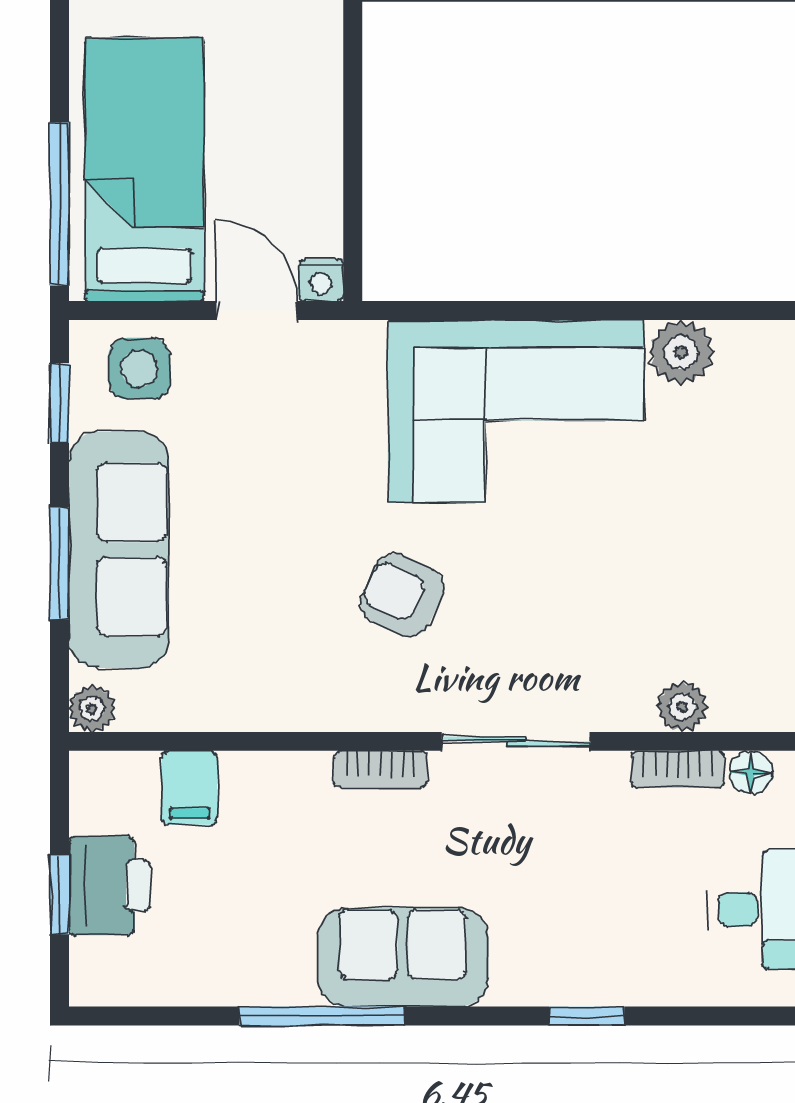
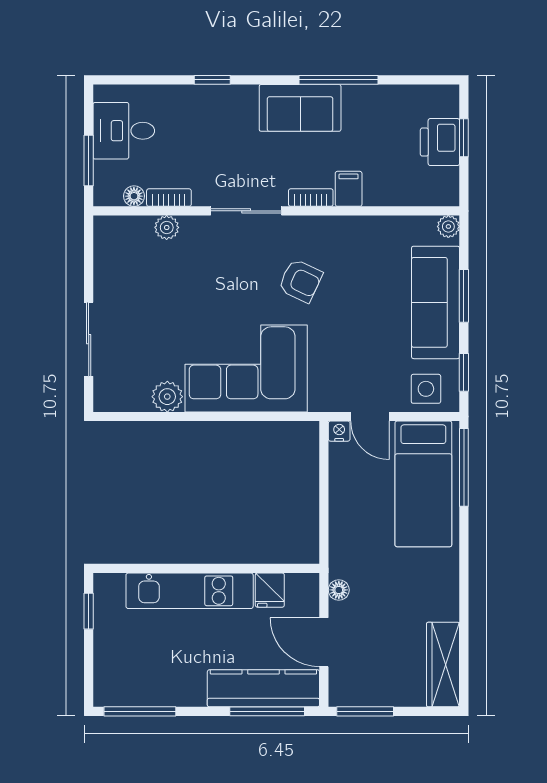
filing cabinet: (189, 788) -> (349, 189), moved

